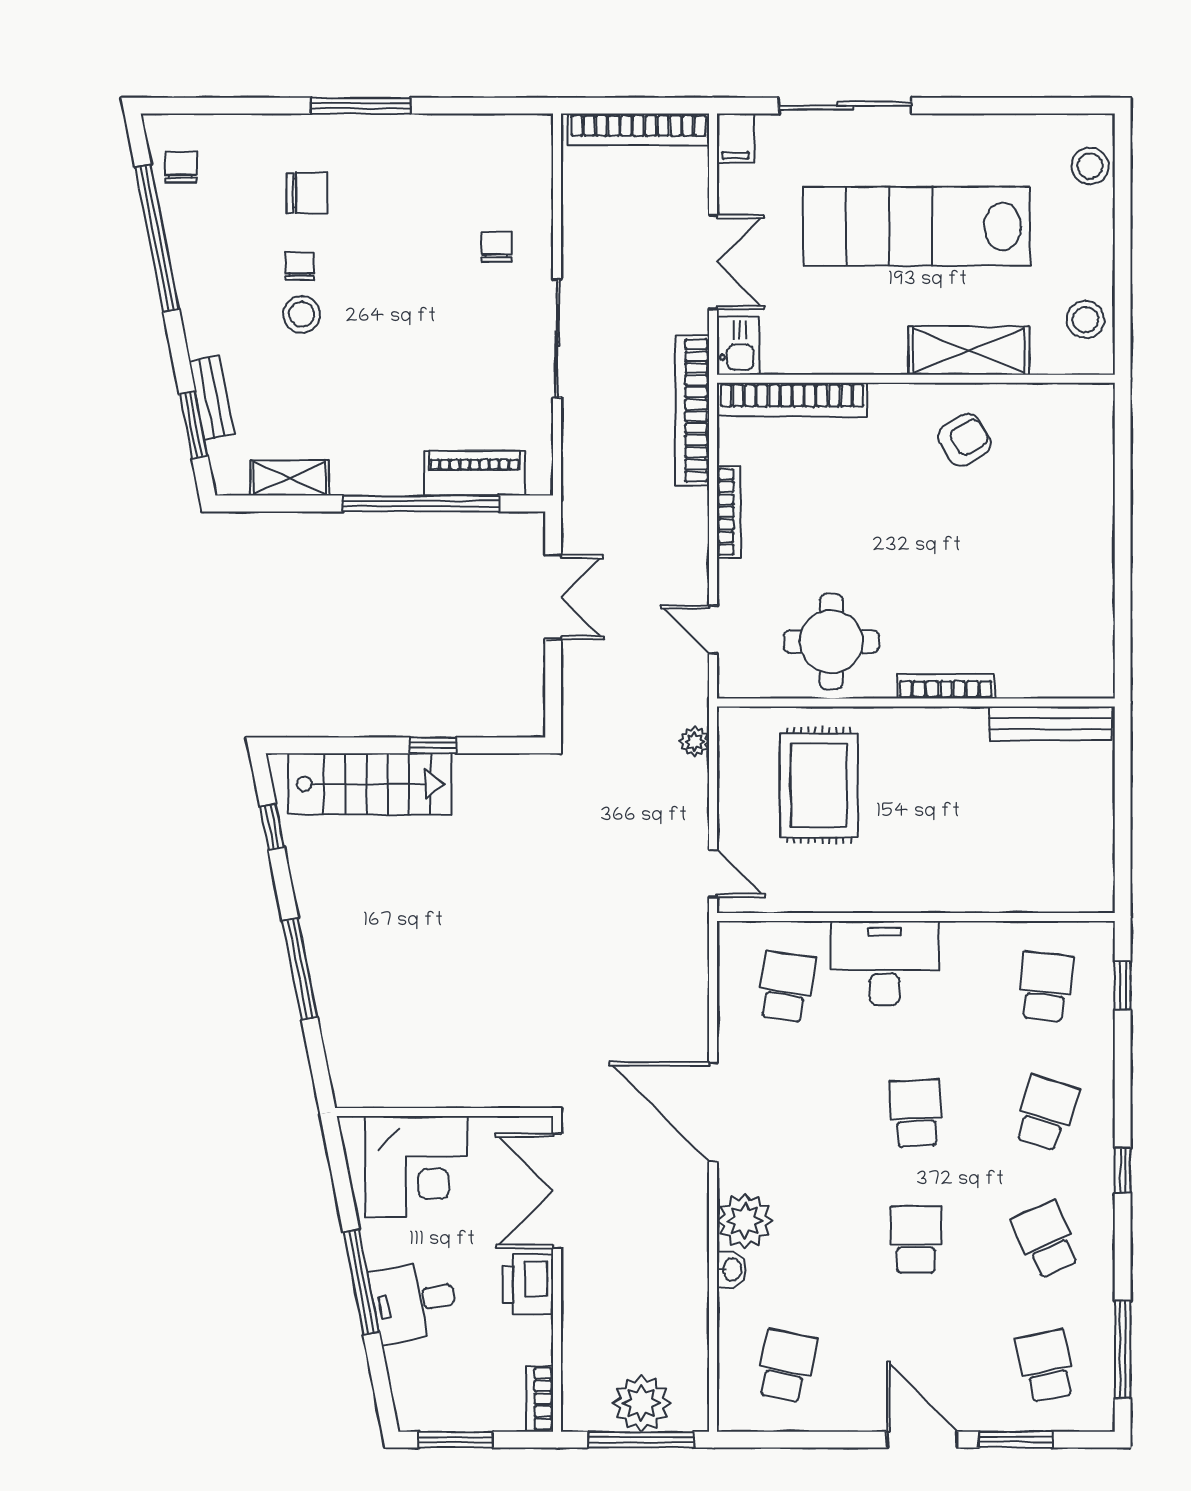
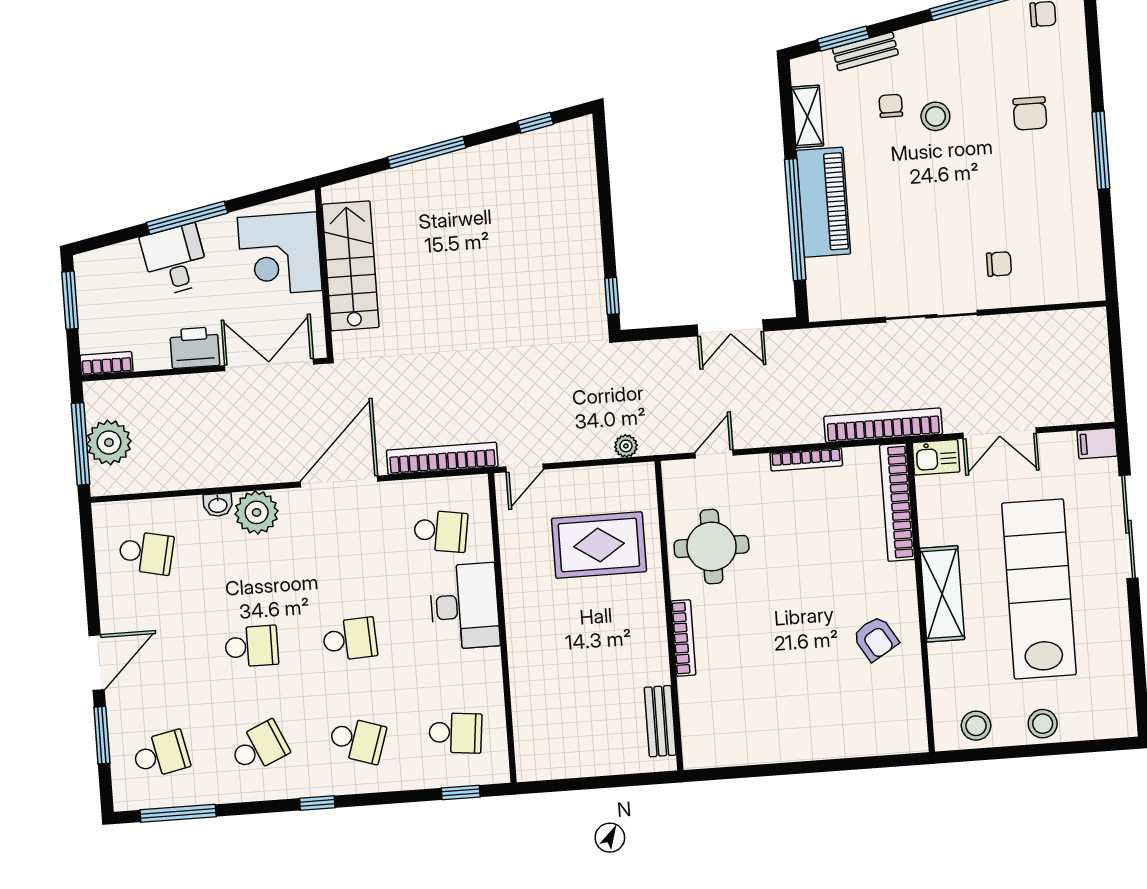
bookcase: (639, 130) -> (442, 458), moved, turned 90
stool: (1090, 166) -> (1043, 724), moved
chair: (300, 266) -> (891, 106), moved, turned -90
shelving: (969, 351) -> (942, 594), moved
piano: (474, 473) -> (823, 202), moved, width x1.37, depth x1.33
bench: (1050, 724) -> (660, 721), width x0.73
window: (433, 745) -> (612, 296), moved
stairs: (370, 784) -> (350, 266), moved, turned 180

